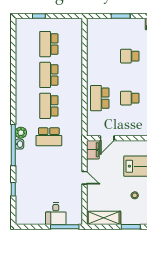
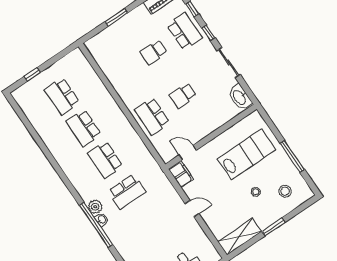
door: (107, 138) -> (188, 152), swing flipped

